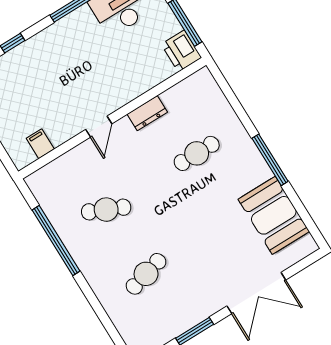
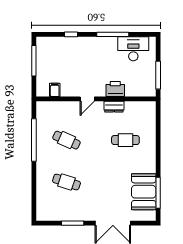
printer: (181, 51) -> (115, 89), moved, turned 90
window: (270, 160) -> (158, 193), moved
cafe table: (146, 274) -> (66, 182), turned 33

